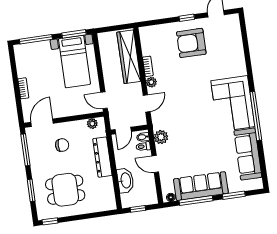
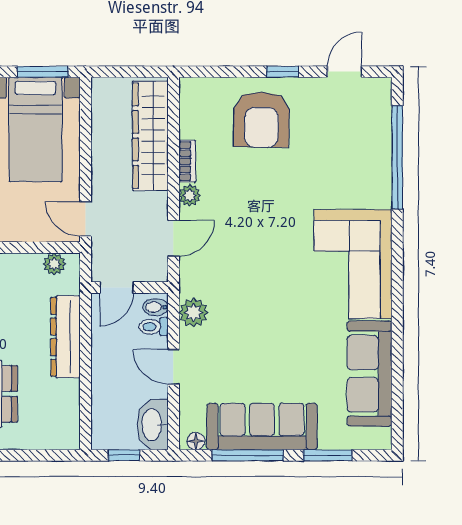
armchair: (191, 43) -> (262, 120), moved, turned -89
window: (256, 116) -> (397, 157), moved
washbasin: (125, 180) -> (153, 425), moved, turned 180

